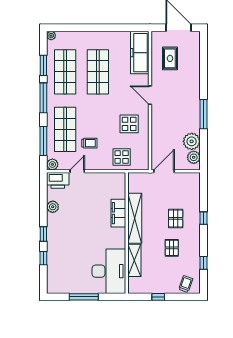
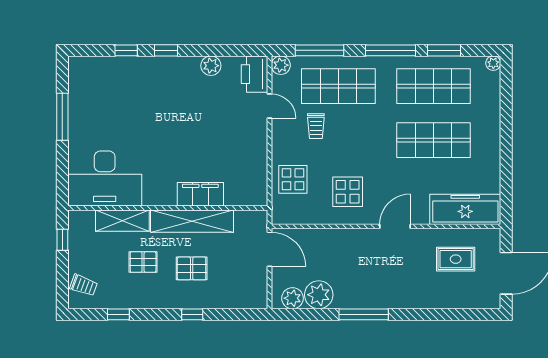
filing cabinet: (118, 213) -> (200, 194), moved
shelving: (135, 218) -> (192, 221), moved
wall: (127, 233) -> (168, 208), moved
shelving: (134, 260) -> (122, 221), moved
desk: (109, 271) -> (105, 179), moved

